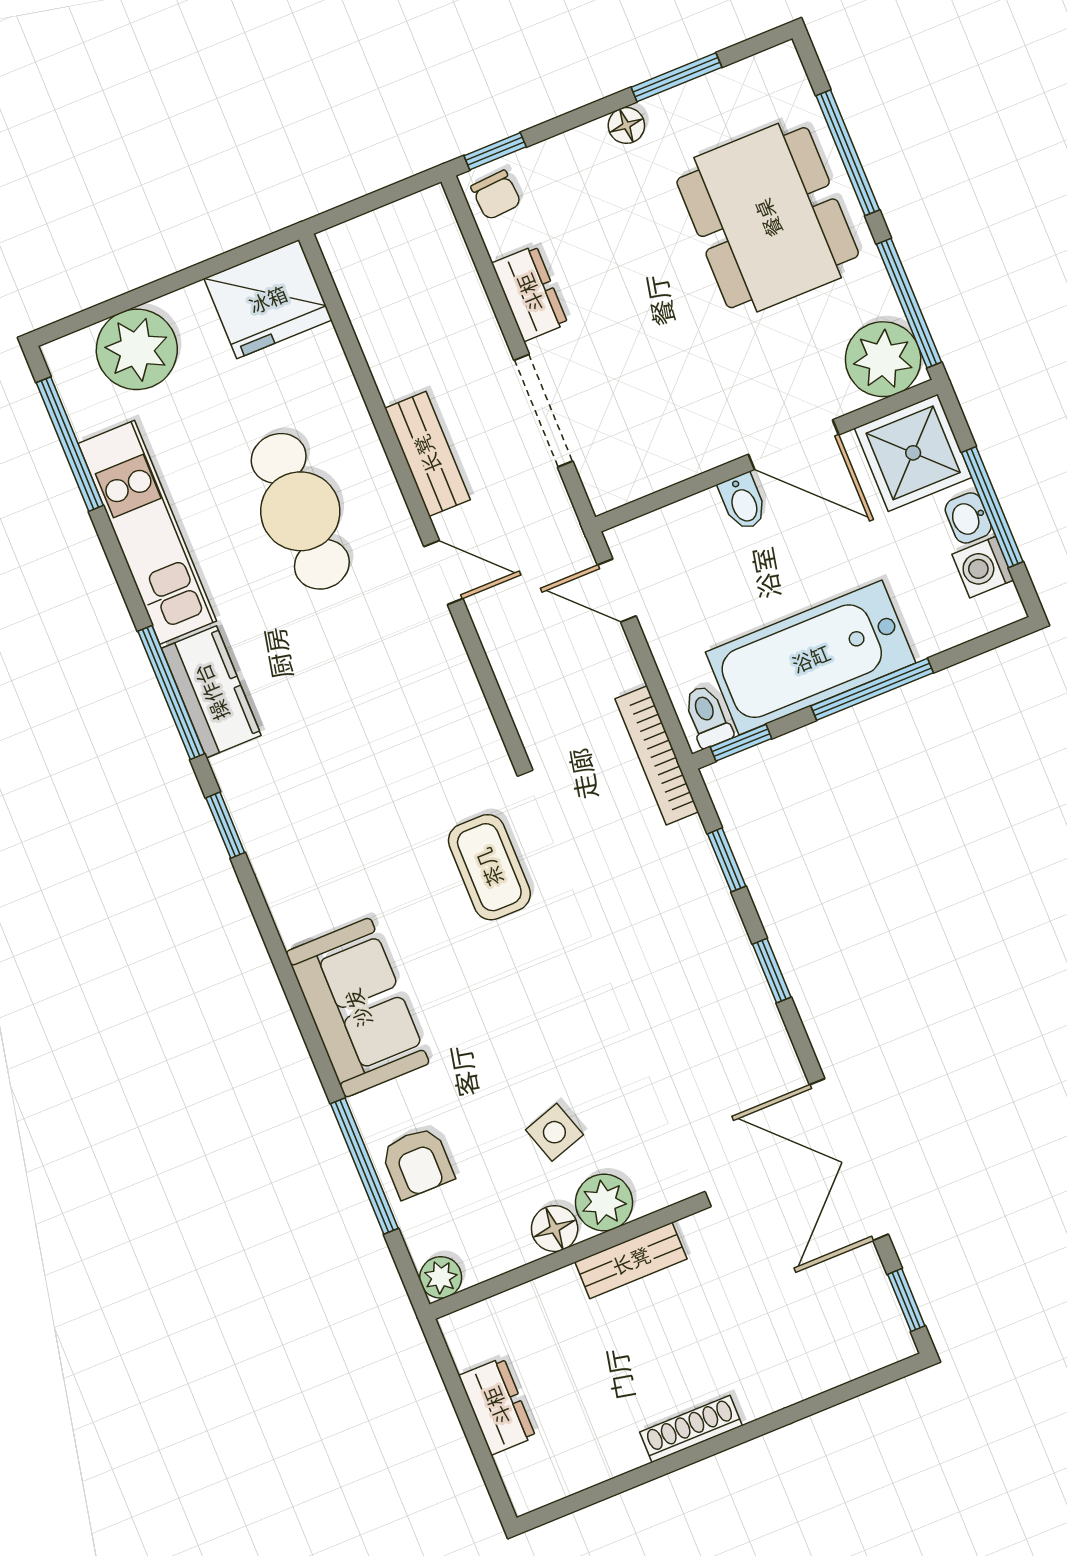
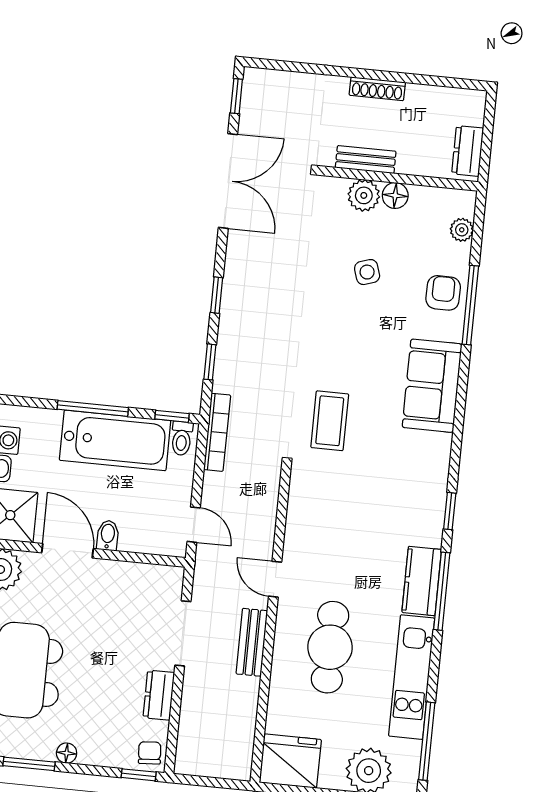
plant: (604, 1203) -> (364, 195), moved
floor lamp: (555, 1229) -> (395, 195), moved
wall: (563, 1258) -> (399, 179), moved
bench: (631, 1260) -> (366, 160), moved

